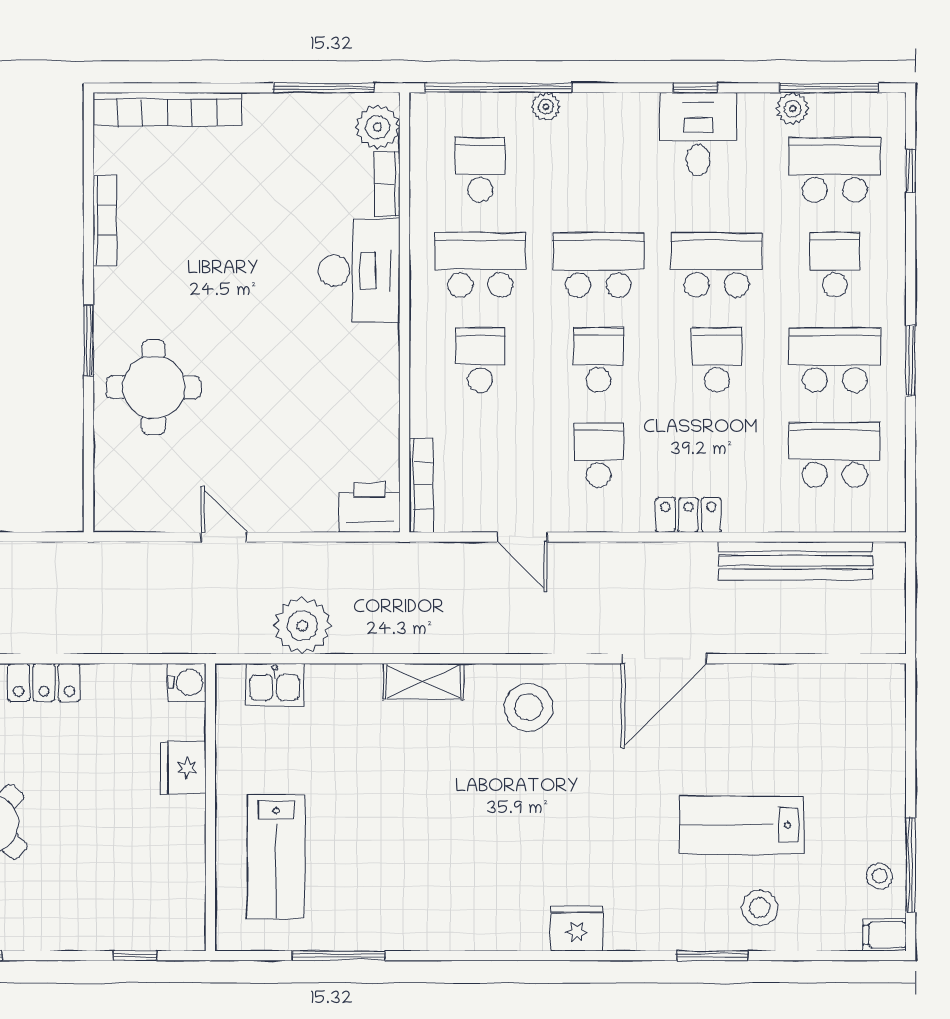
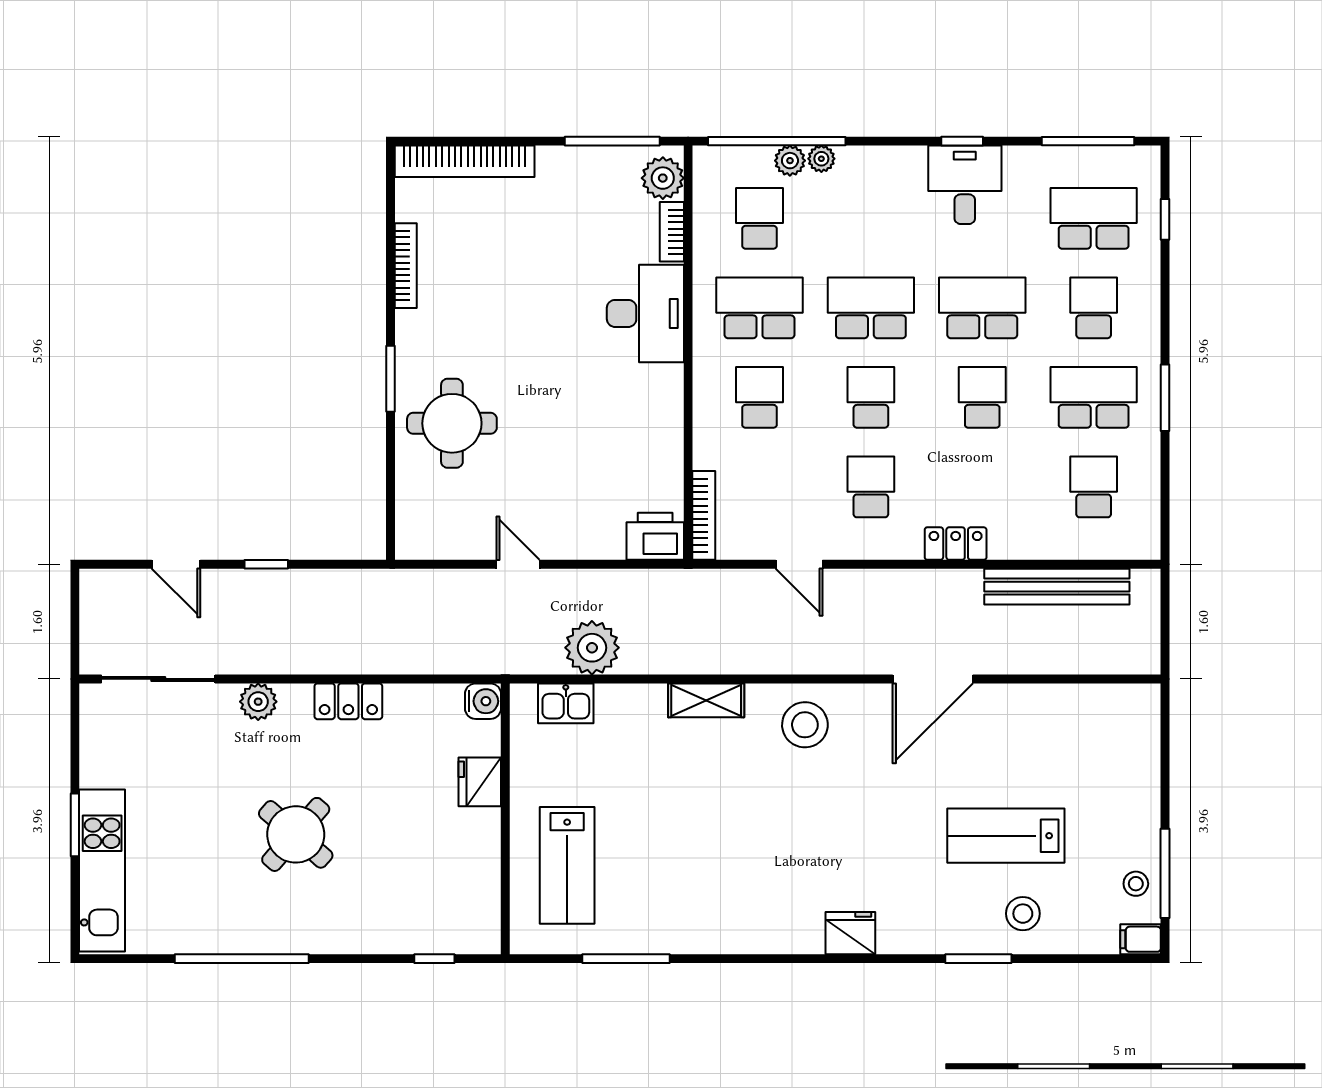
plant: (793, 109) -> (790, 161), moved
school desk: (835, 455) -> (1094, 487), width x0.54

